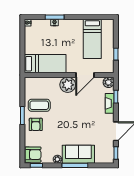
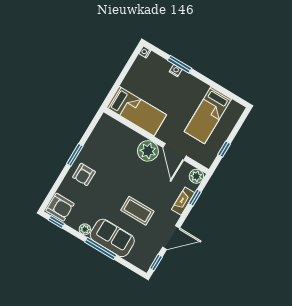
door: (85, 75) -> (175, 152), hinge flipped
coffee table: (39, 105) -> (137, 211), moved

